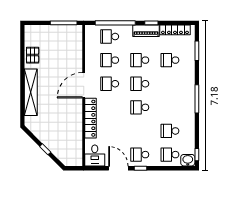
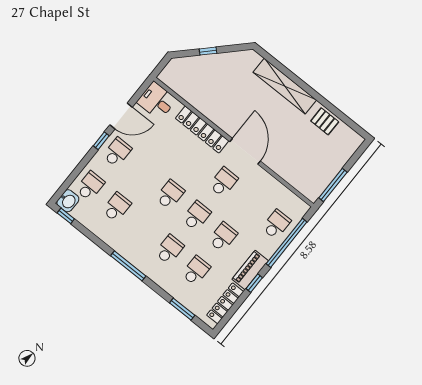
school desk: (110, 60) -> (169, 249), moved

